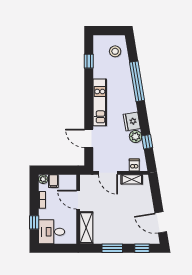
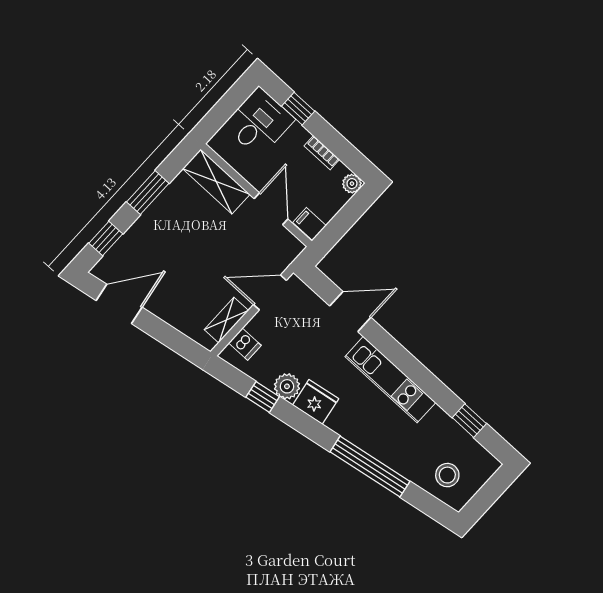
filing cabinet: (53, 181) -> (310, 224), moved
door: (78, 200) -> (271, 209), hinge flipped

